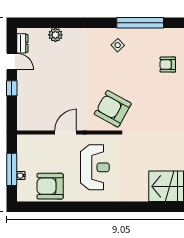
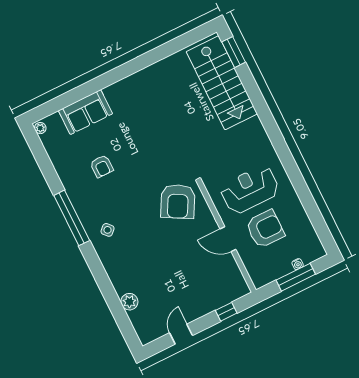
dresser: (22, 43) -> (156, 332), removed
window: (12, 88) -> (226, 312), moved
armchair: (50, 186) -> (265, 229), moved, turned -90

